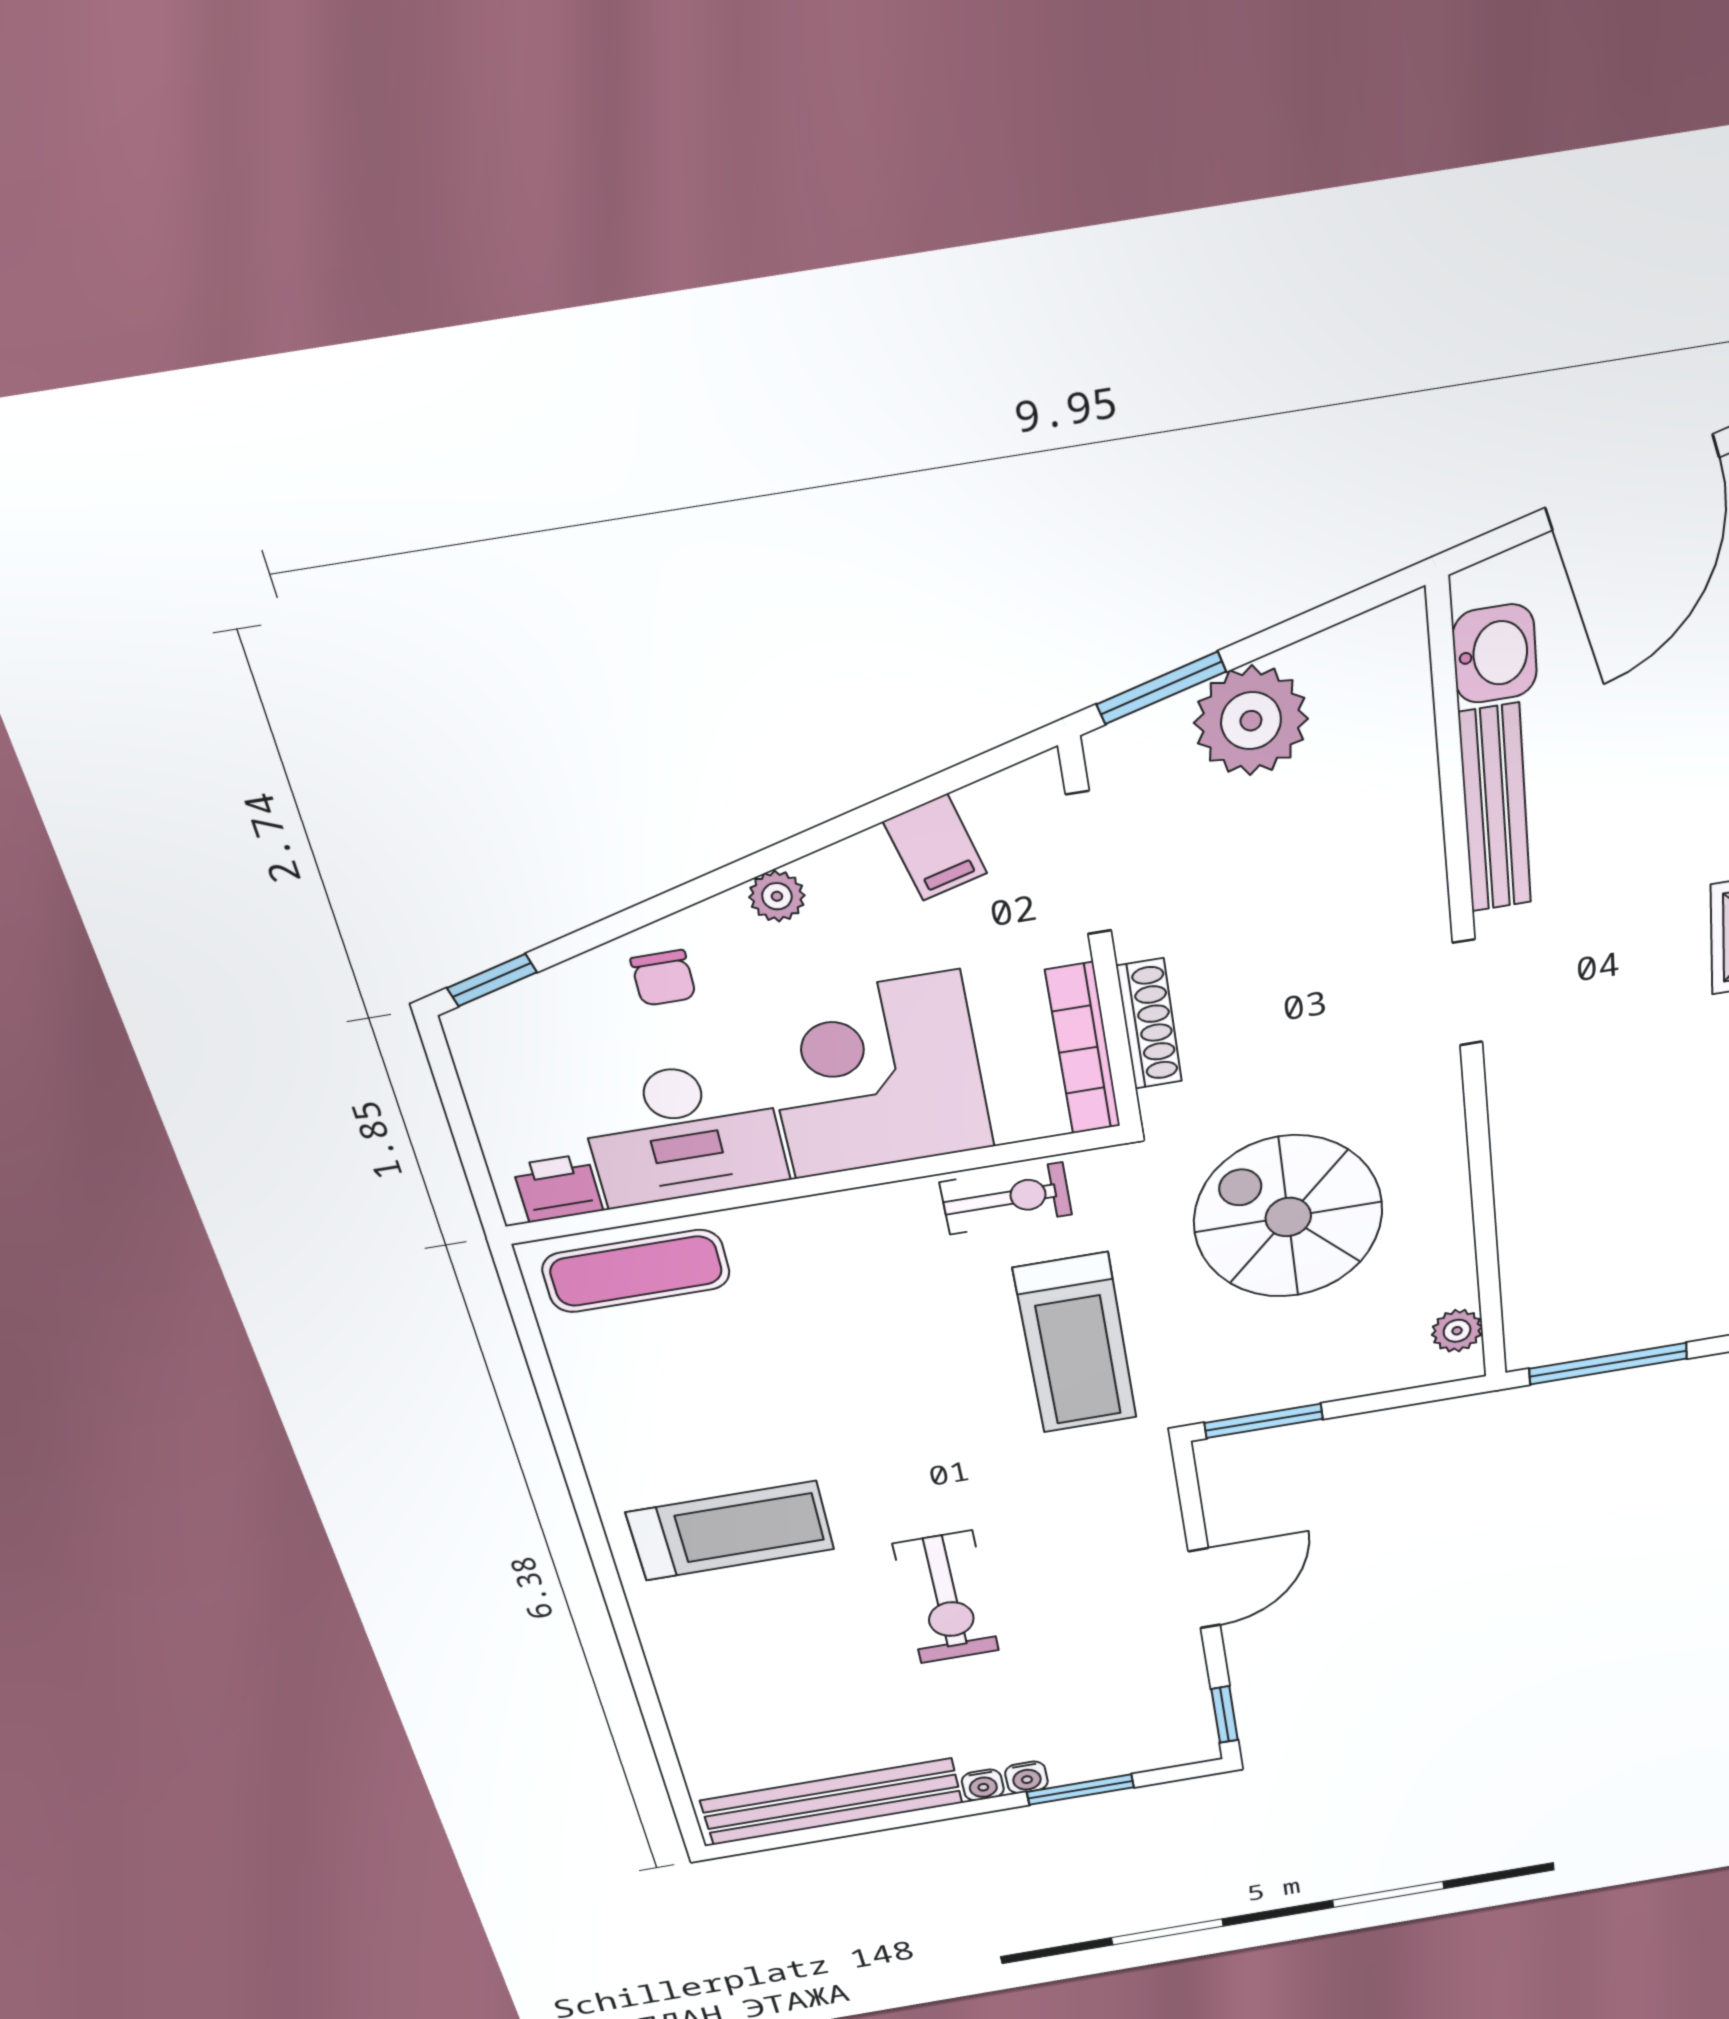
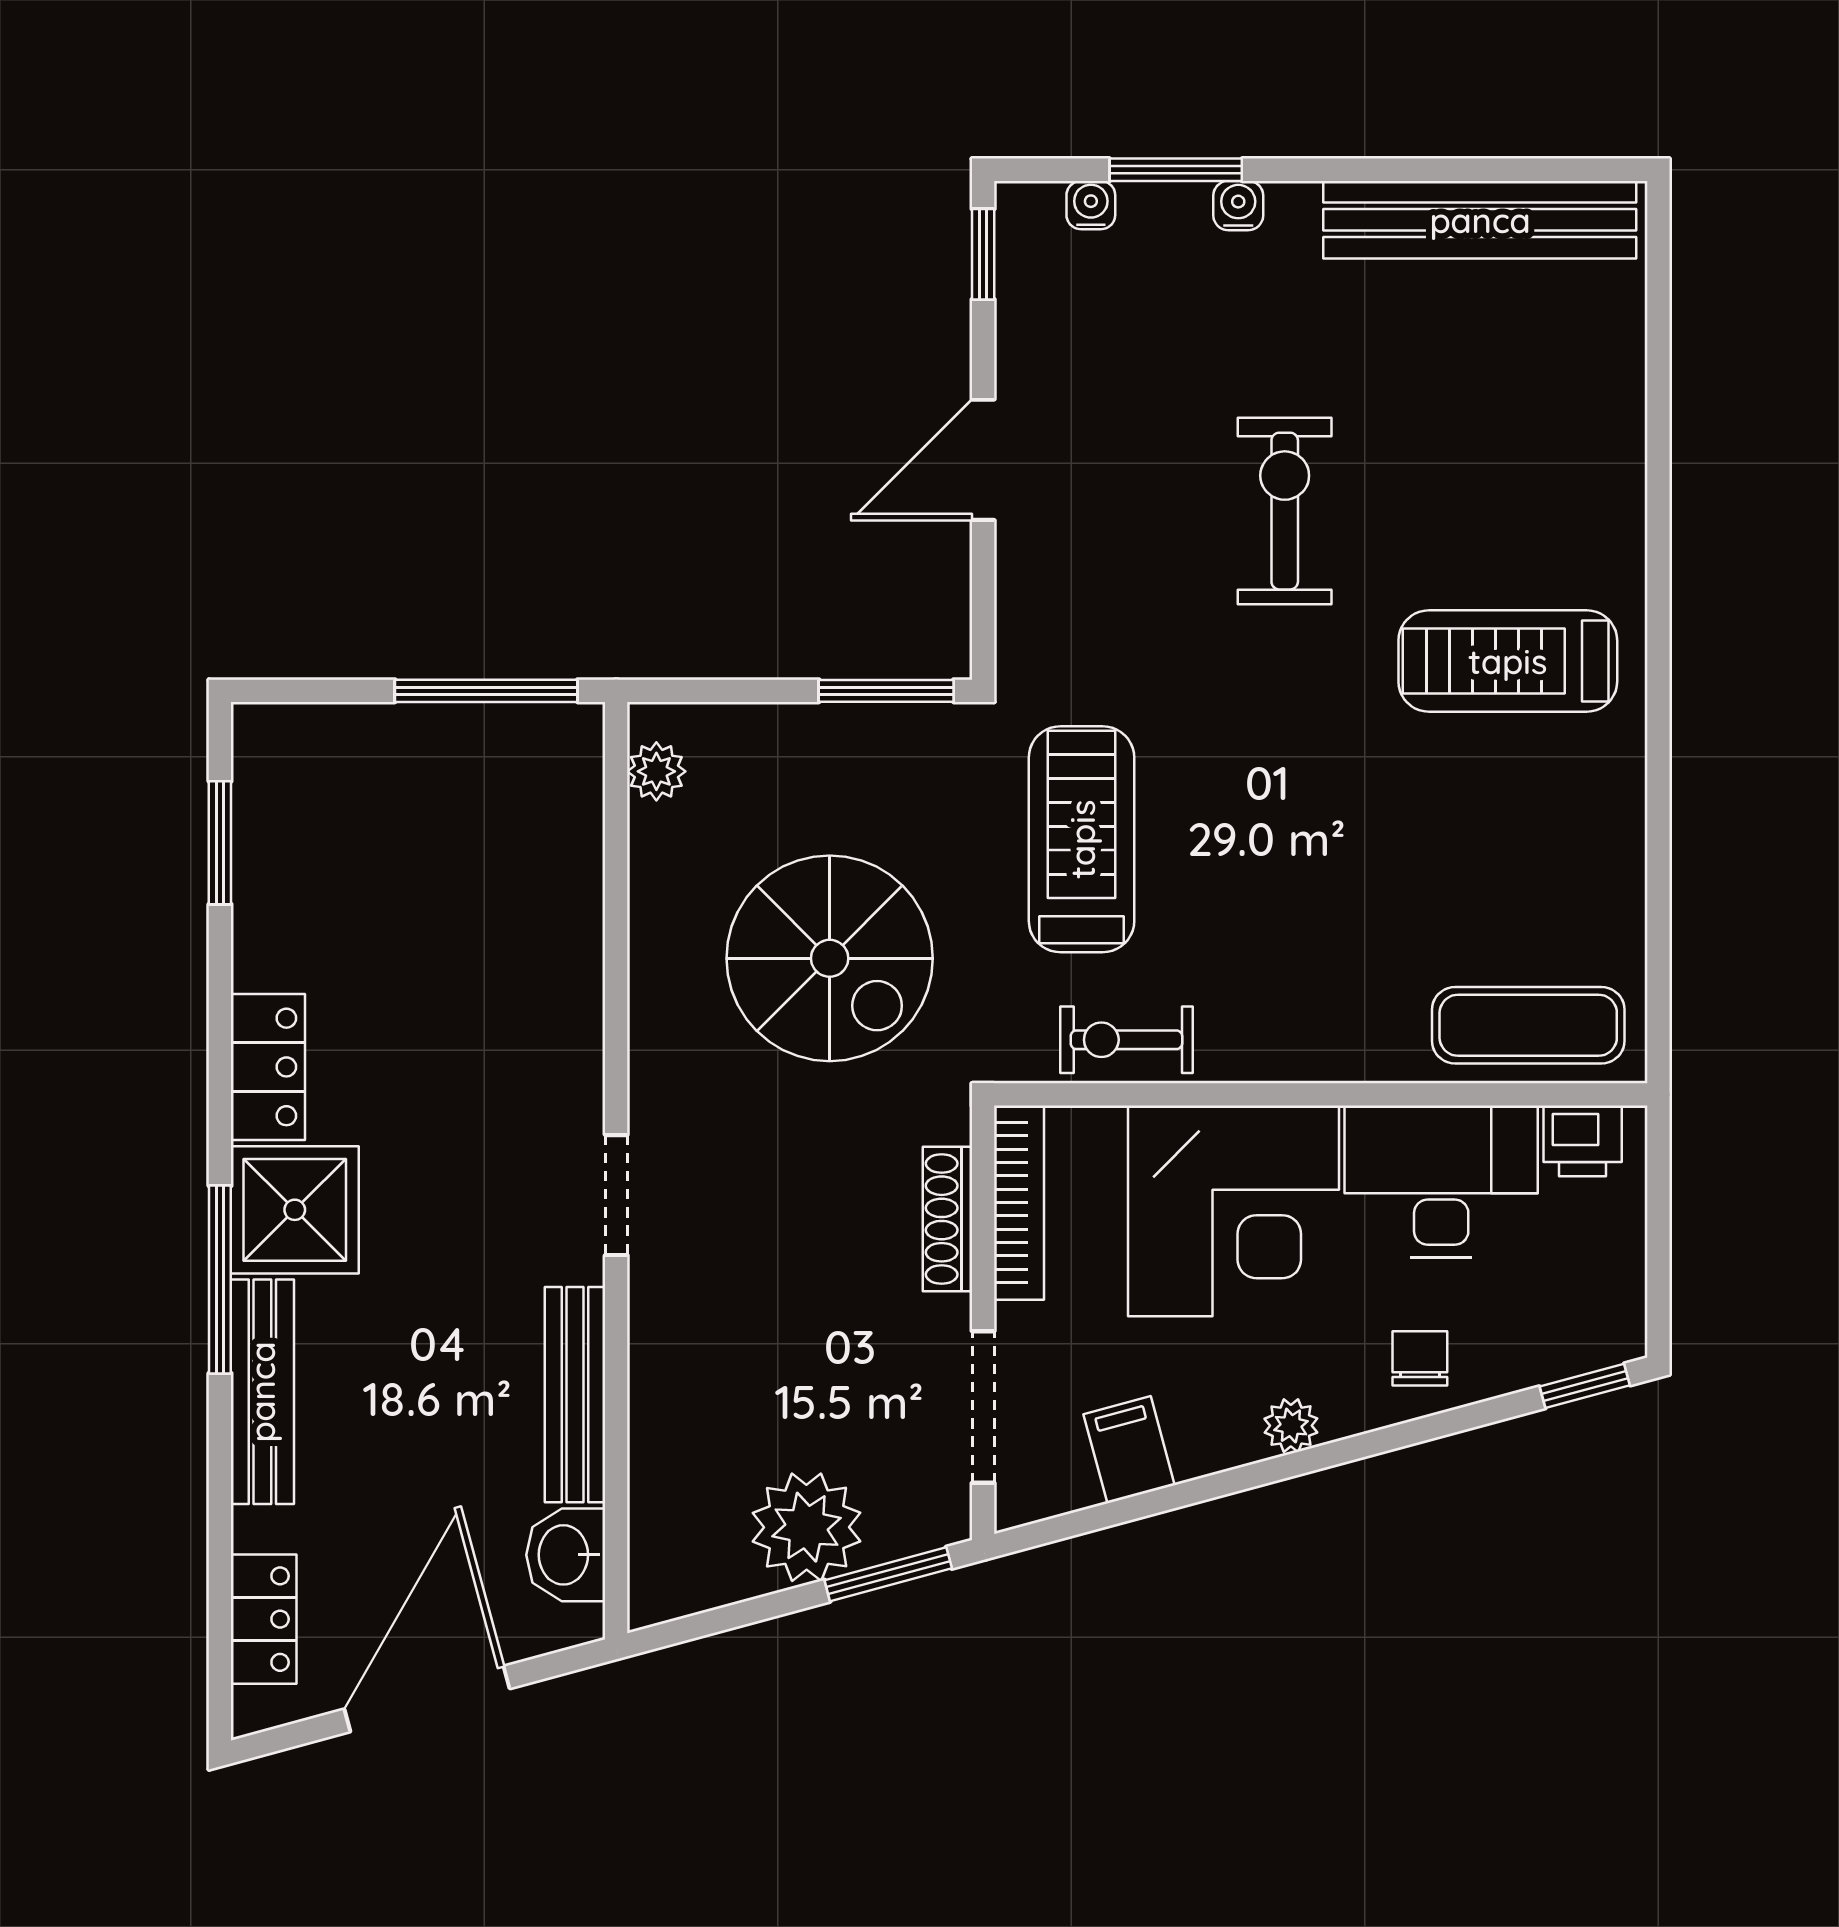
water cooler: (983, 1785) -> (1091, 205), moved

